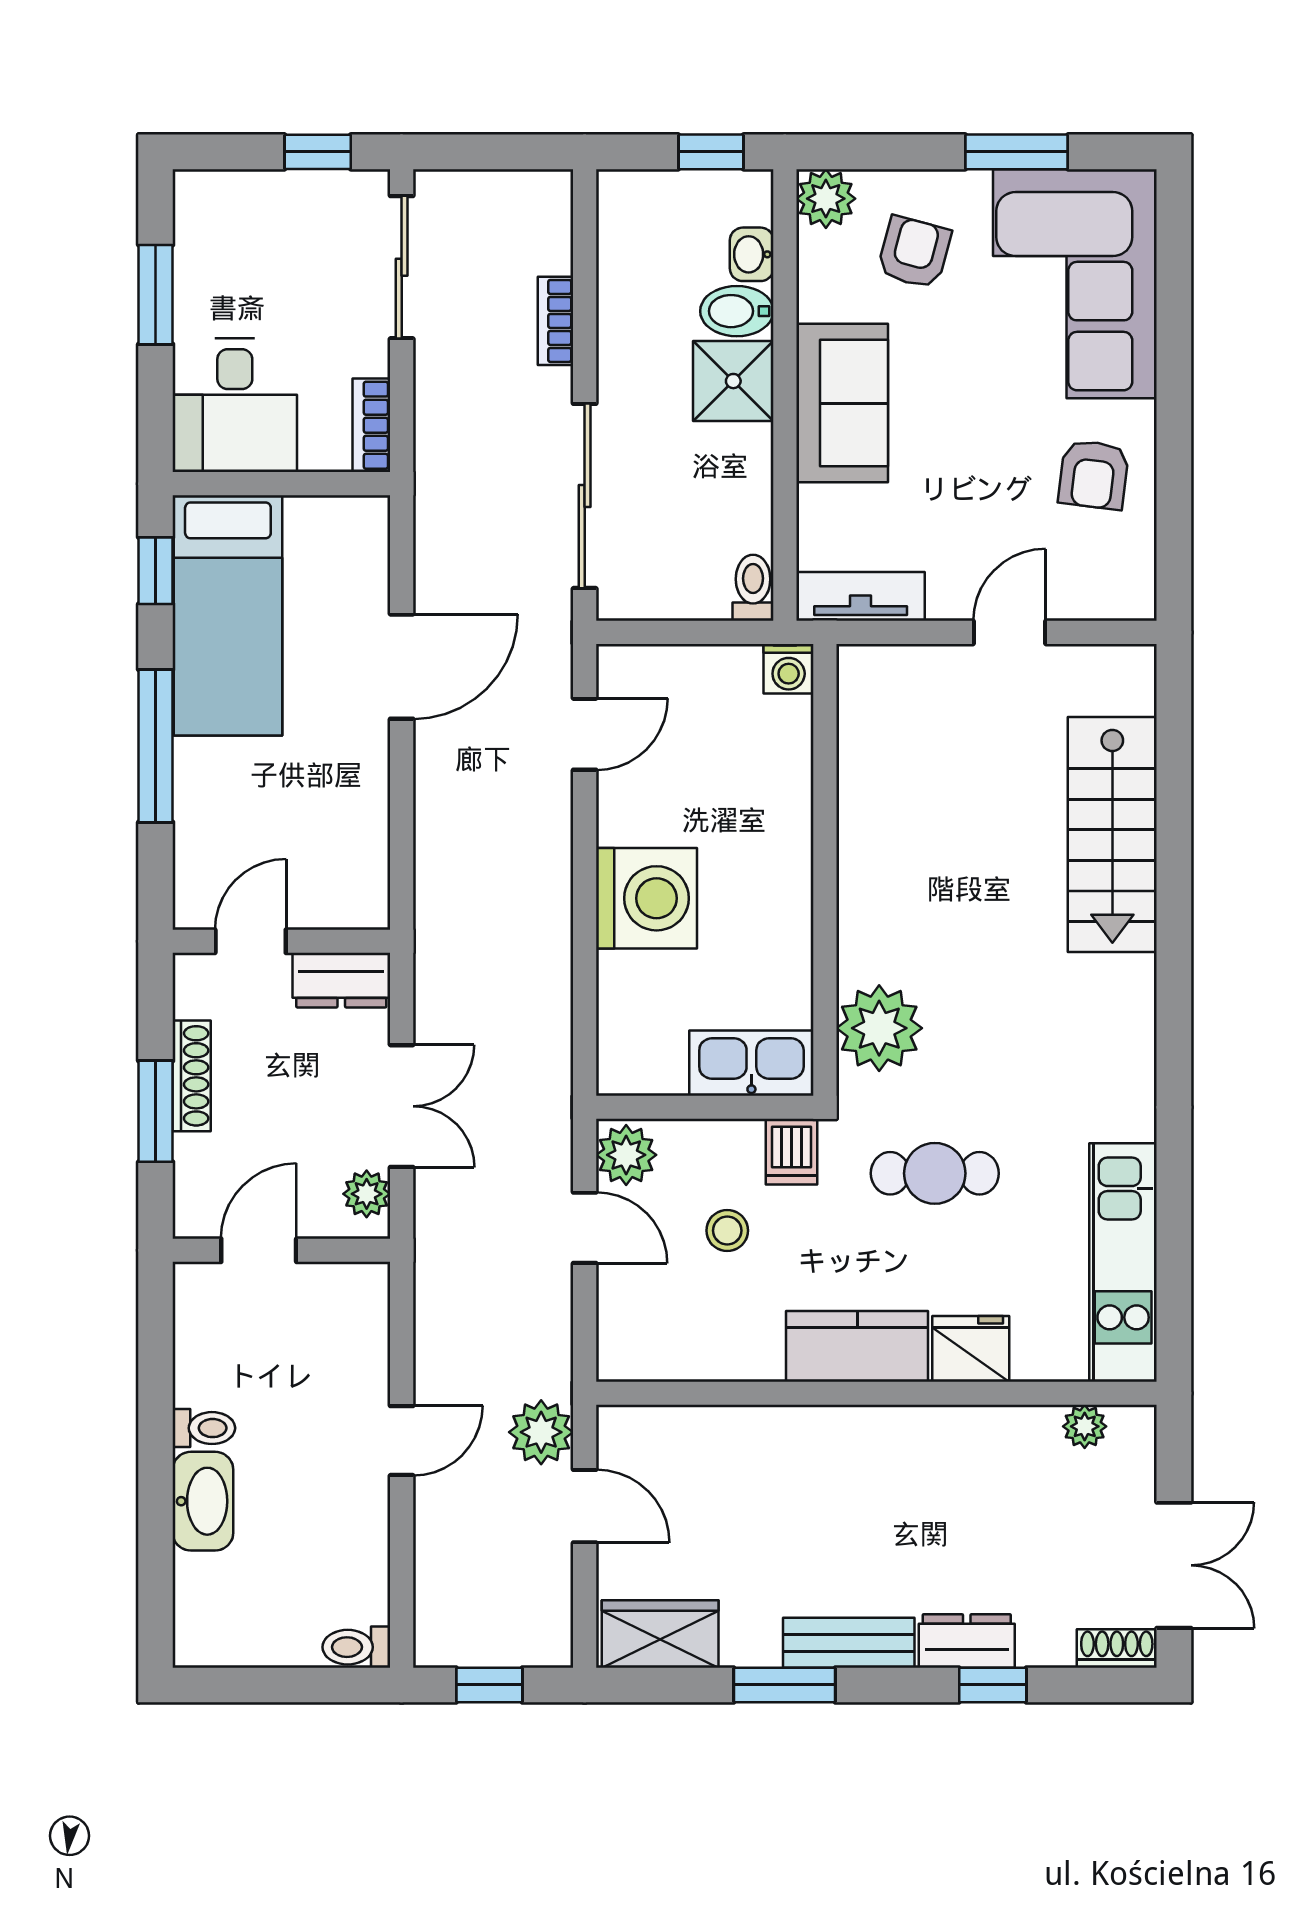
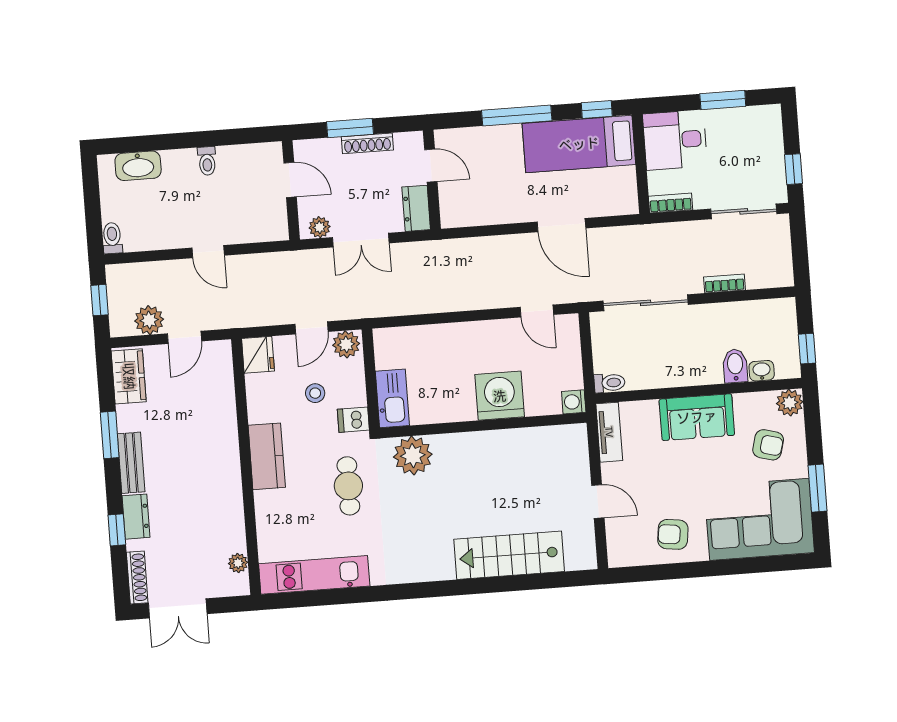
shower: (733, 381) -> (703, 367), removed
washing machine: (646, 898) -> (500, 396), moved, turned 180
fridge: (971, 1349) -> (258, 355), moved
plant: (541, 1432) -> (149, 320), moved
washbasin: (203, 1501) -> (138, 166), moved
shoe rack: (1117, 1648) -> (137, 577), width x1.43

